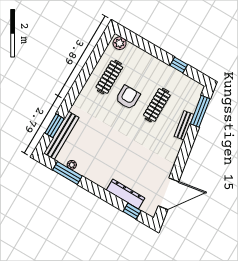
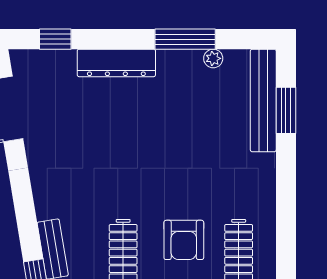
window: (67, 173) -> (185, 39), moved
dresser: (126, 194) -> (116, 63), moved

